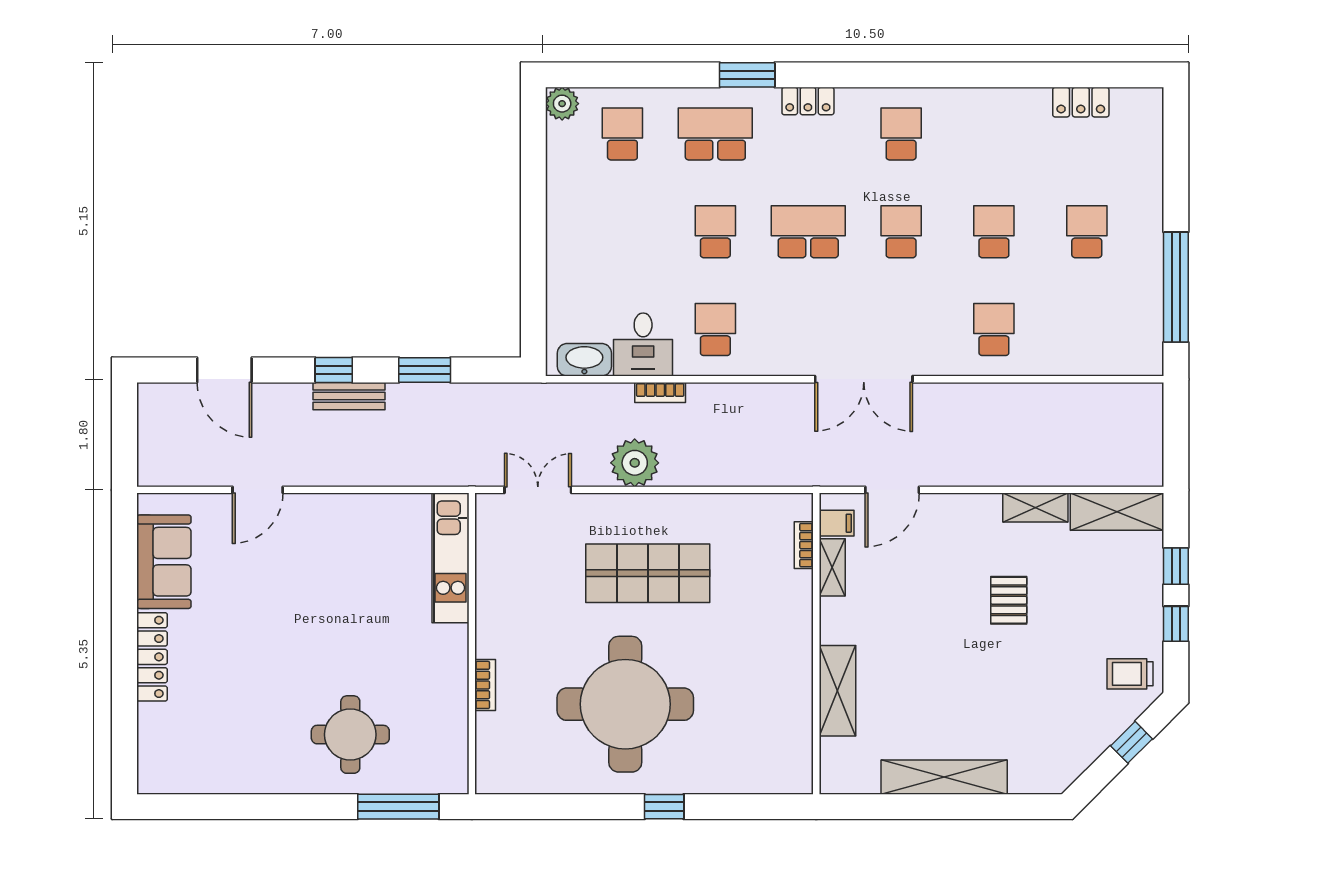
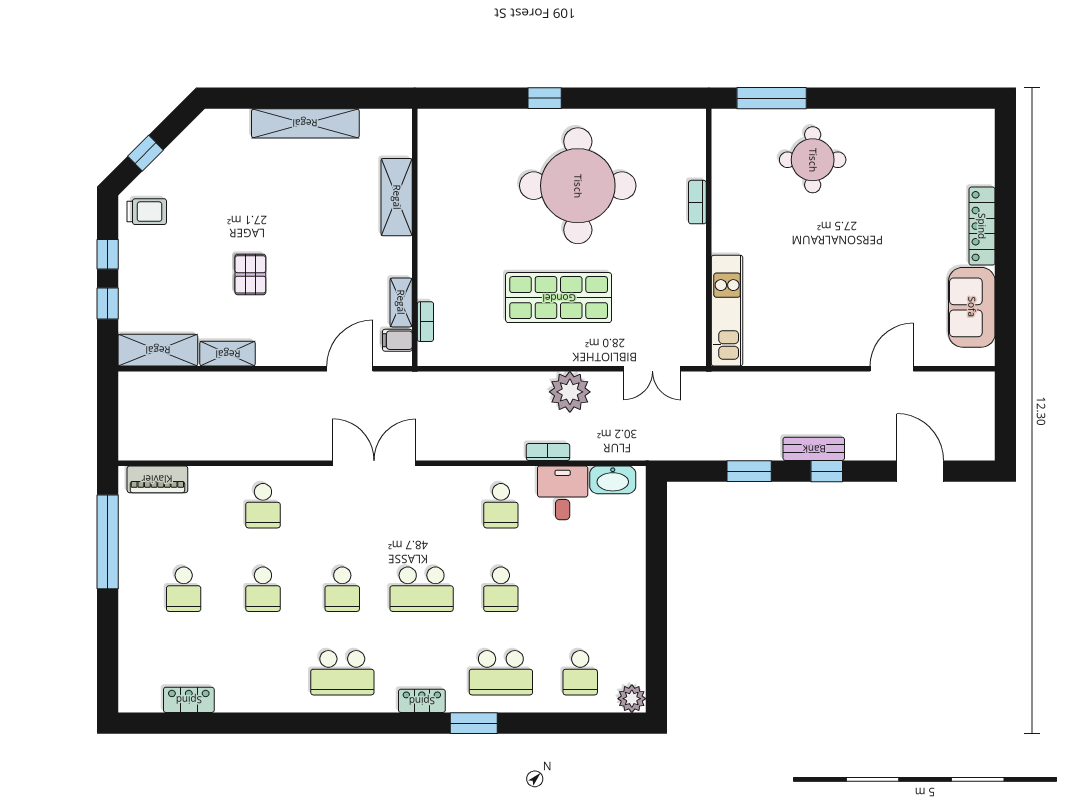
school desk: (901, 134) -> (342, 673), width x1.85
piano: (1118, 360) -> (157, 479), added

